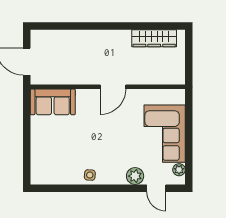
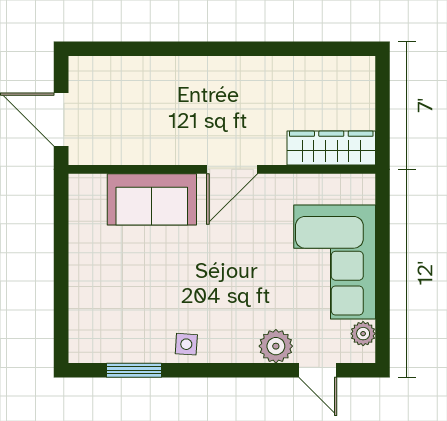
wardrobe: (154, 38) -> (331, 148), moved, turned 180
sofa: (53, 102) -> (152, 199), moved
window: (63, 188) -> (134, 370), added

